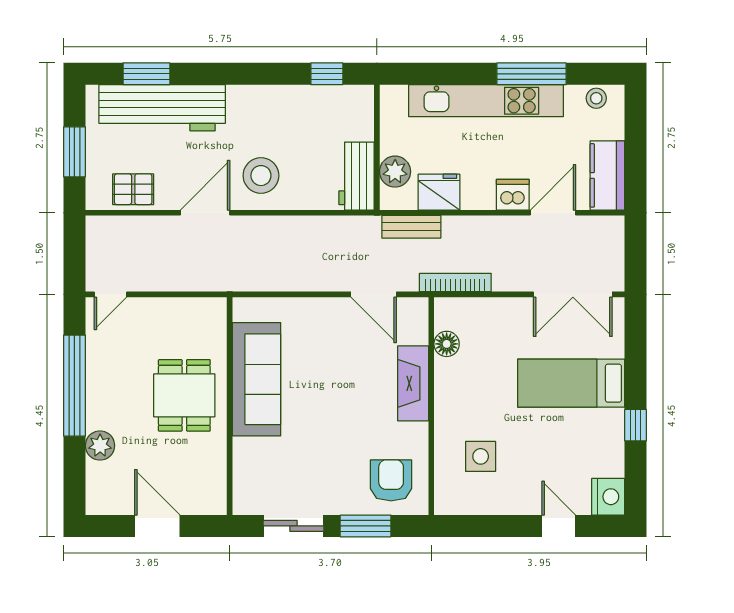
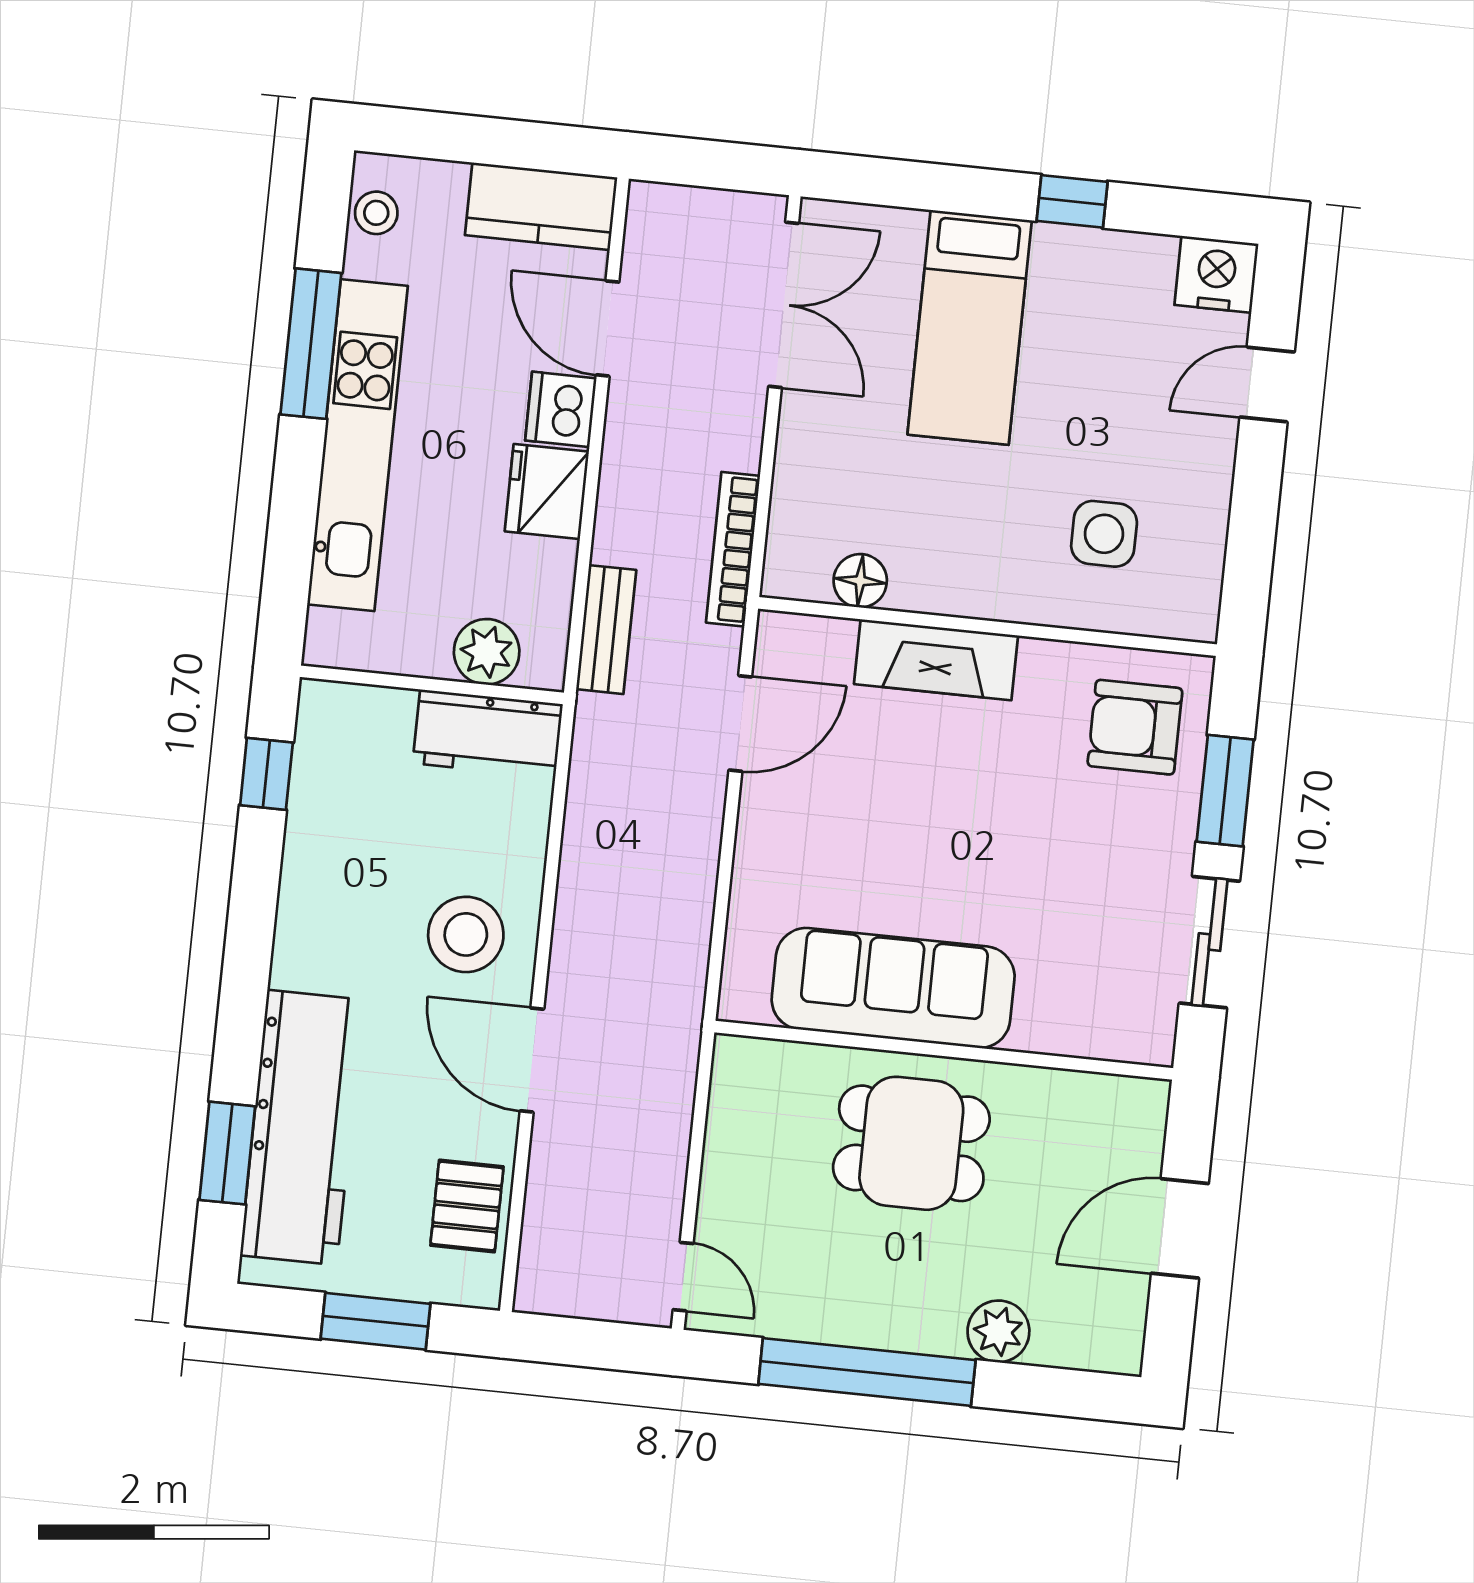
fridge: (439, 192) -> (547, 492), moved

